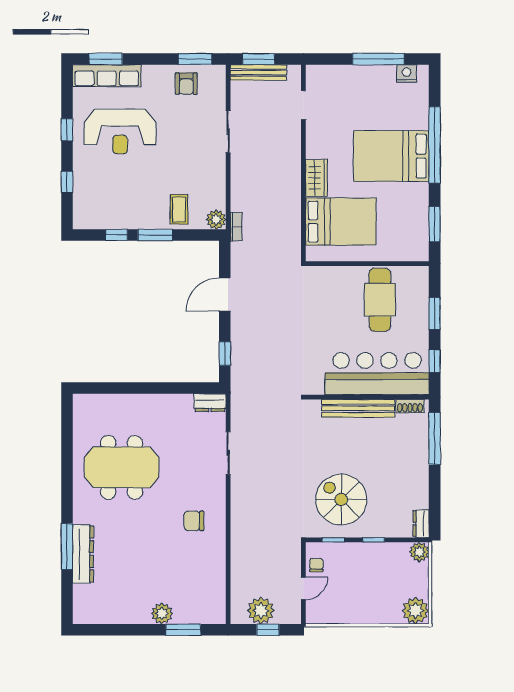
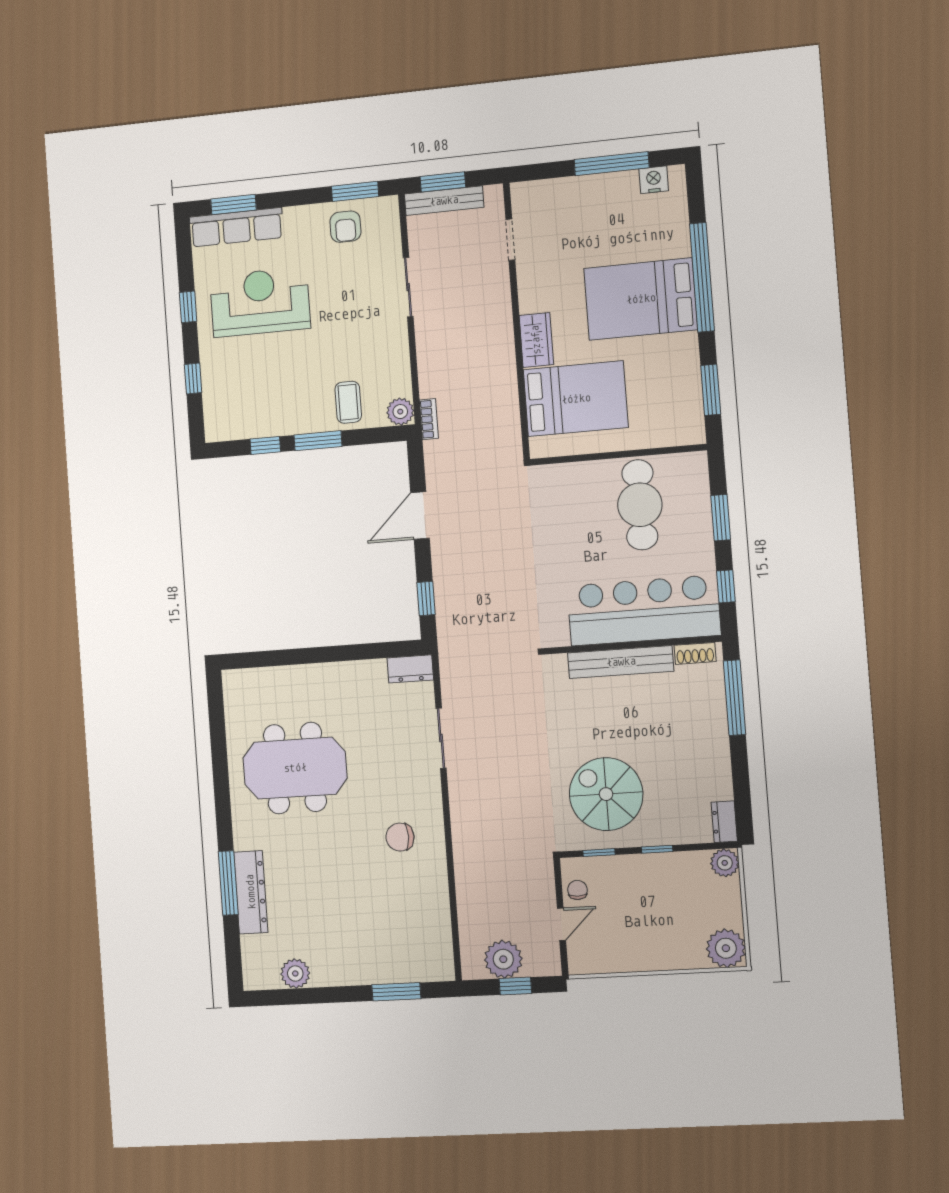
reception desk: (120, 131) -> (260, 302), turned 180
plant: (162, 613) -> (295, 974), moved

